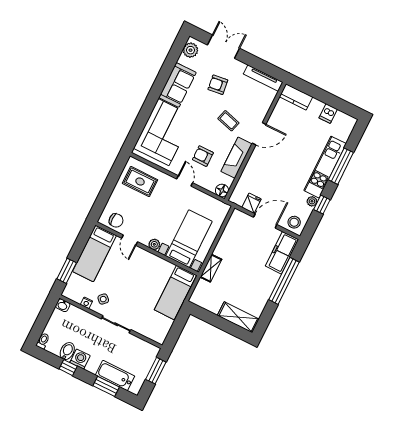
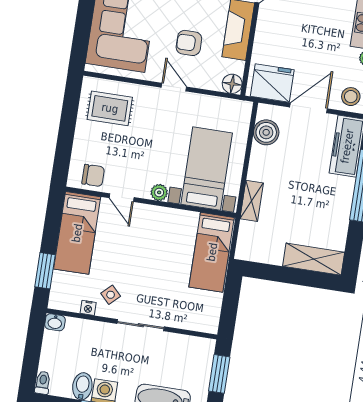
fridge: (252, 203) -> (272, 83), width x1.88, depth x1.34
boiler: (234, 228) -> (266, 132), added

